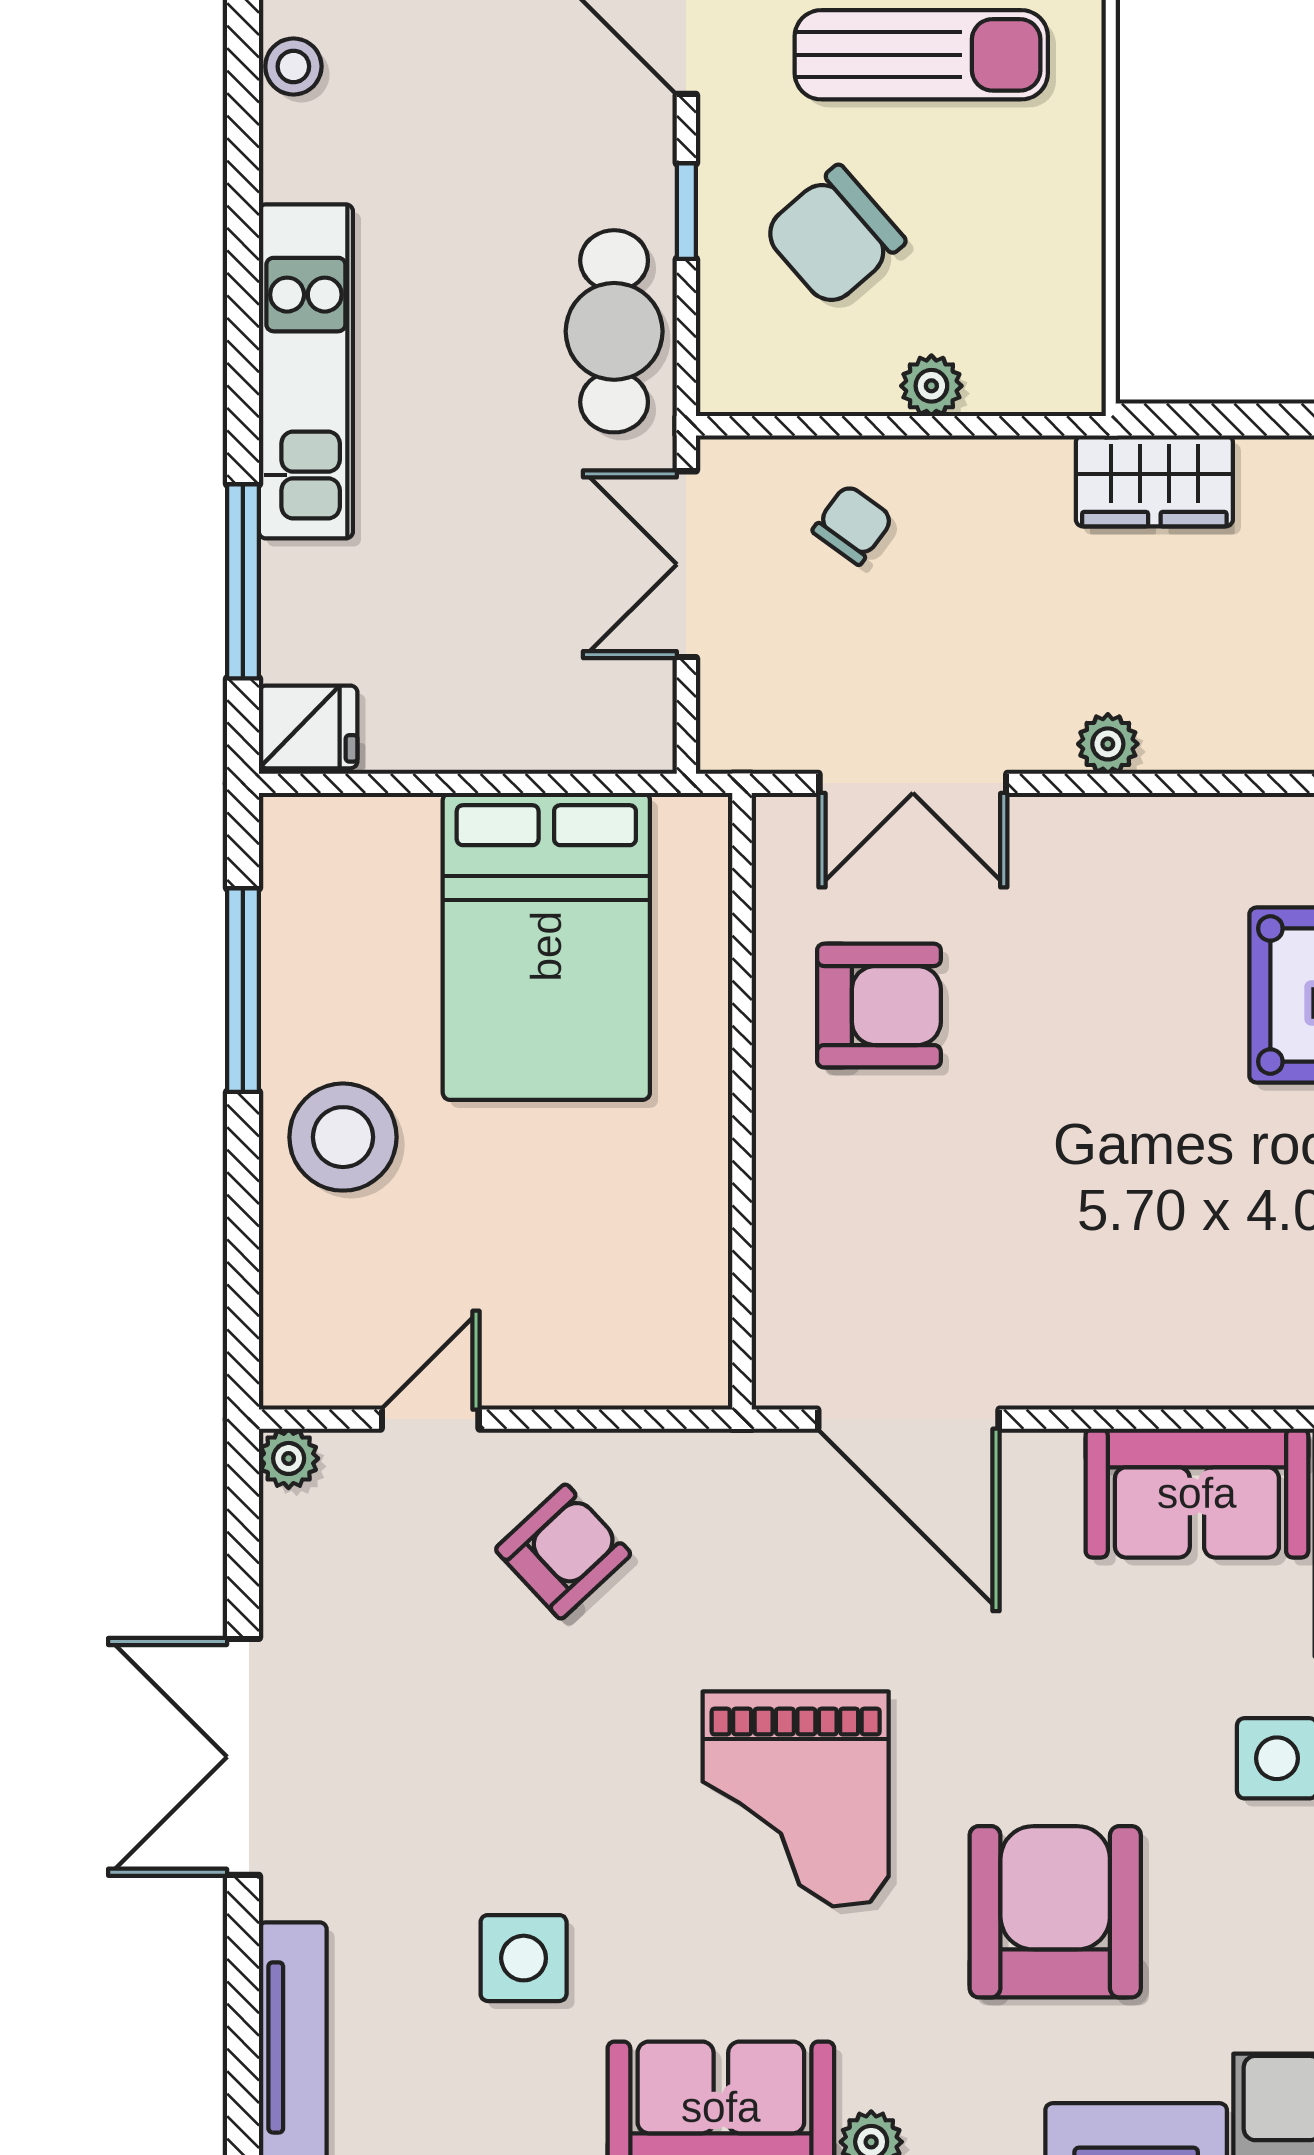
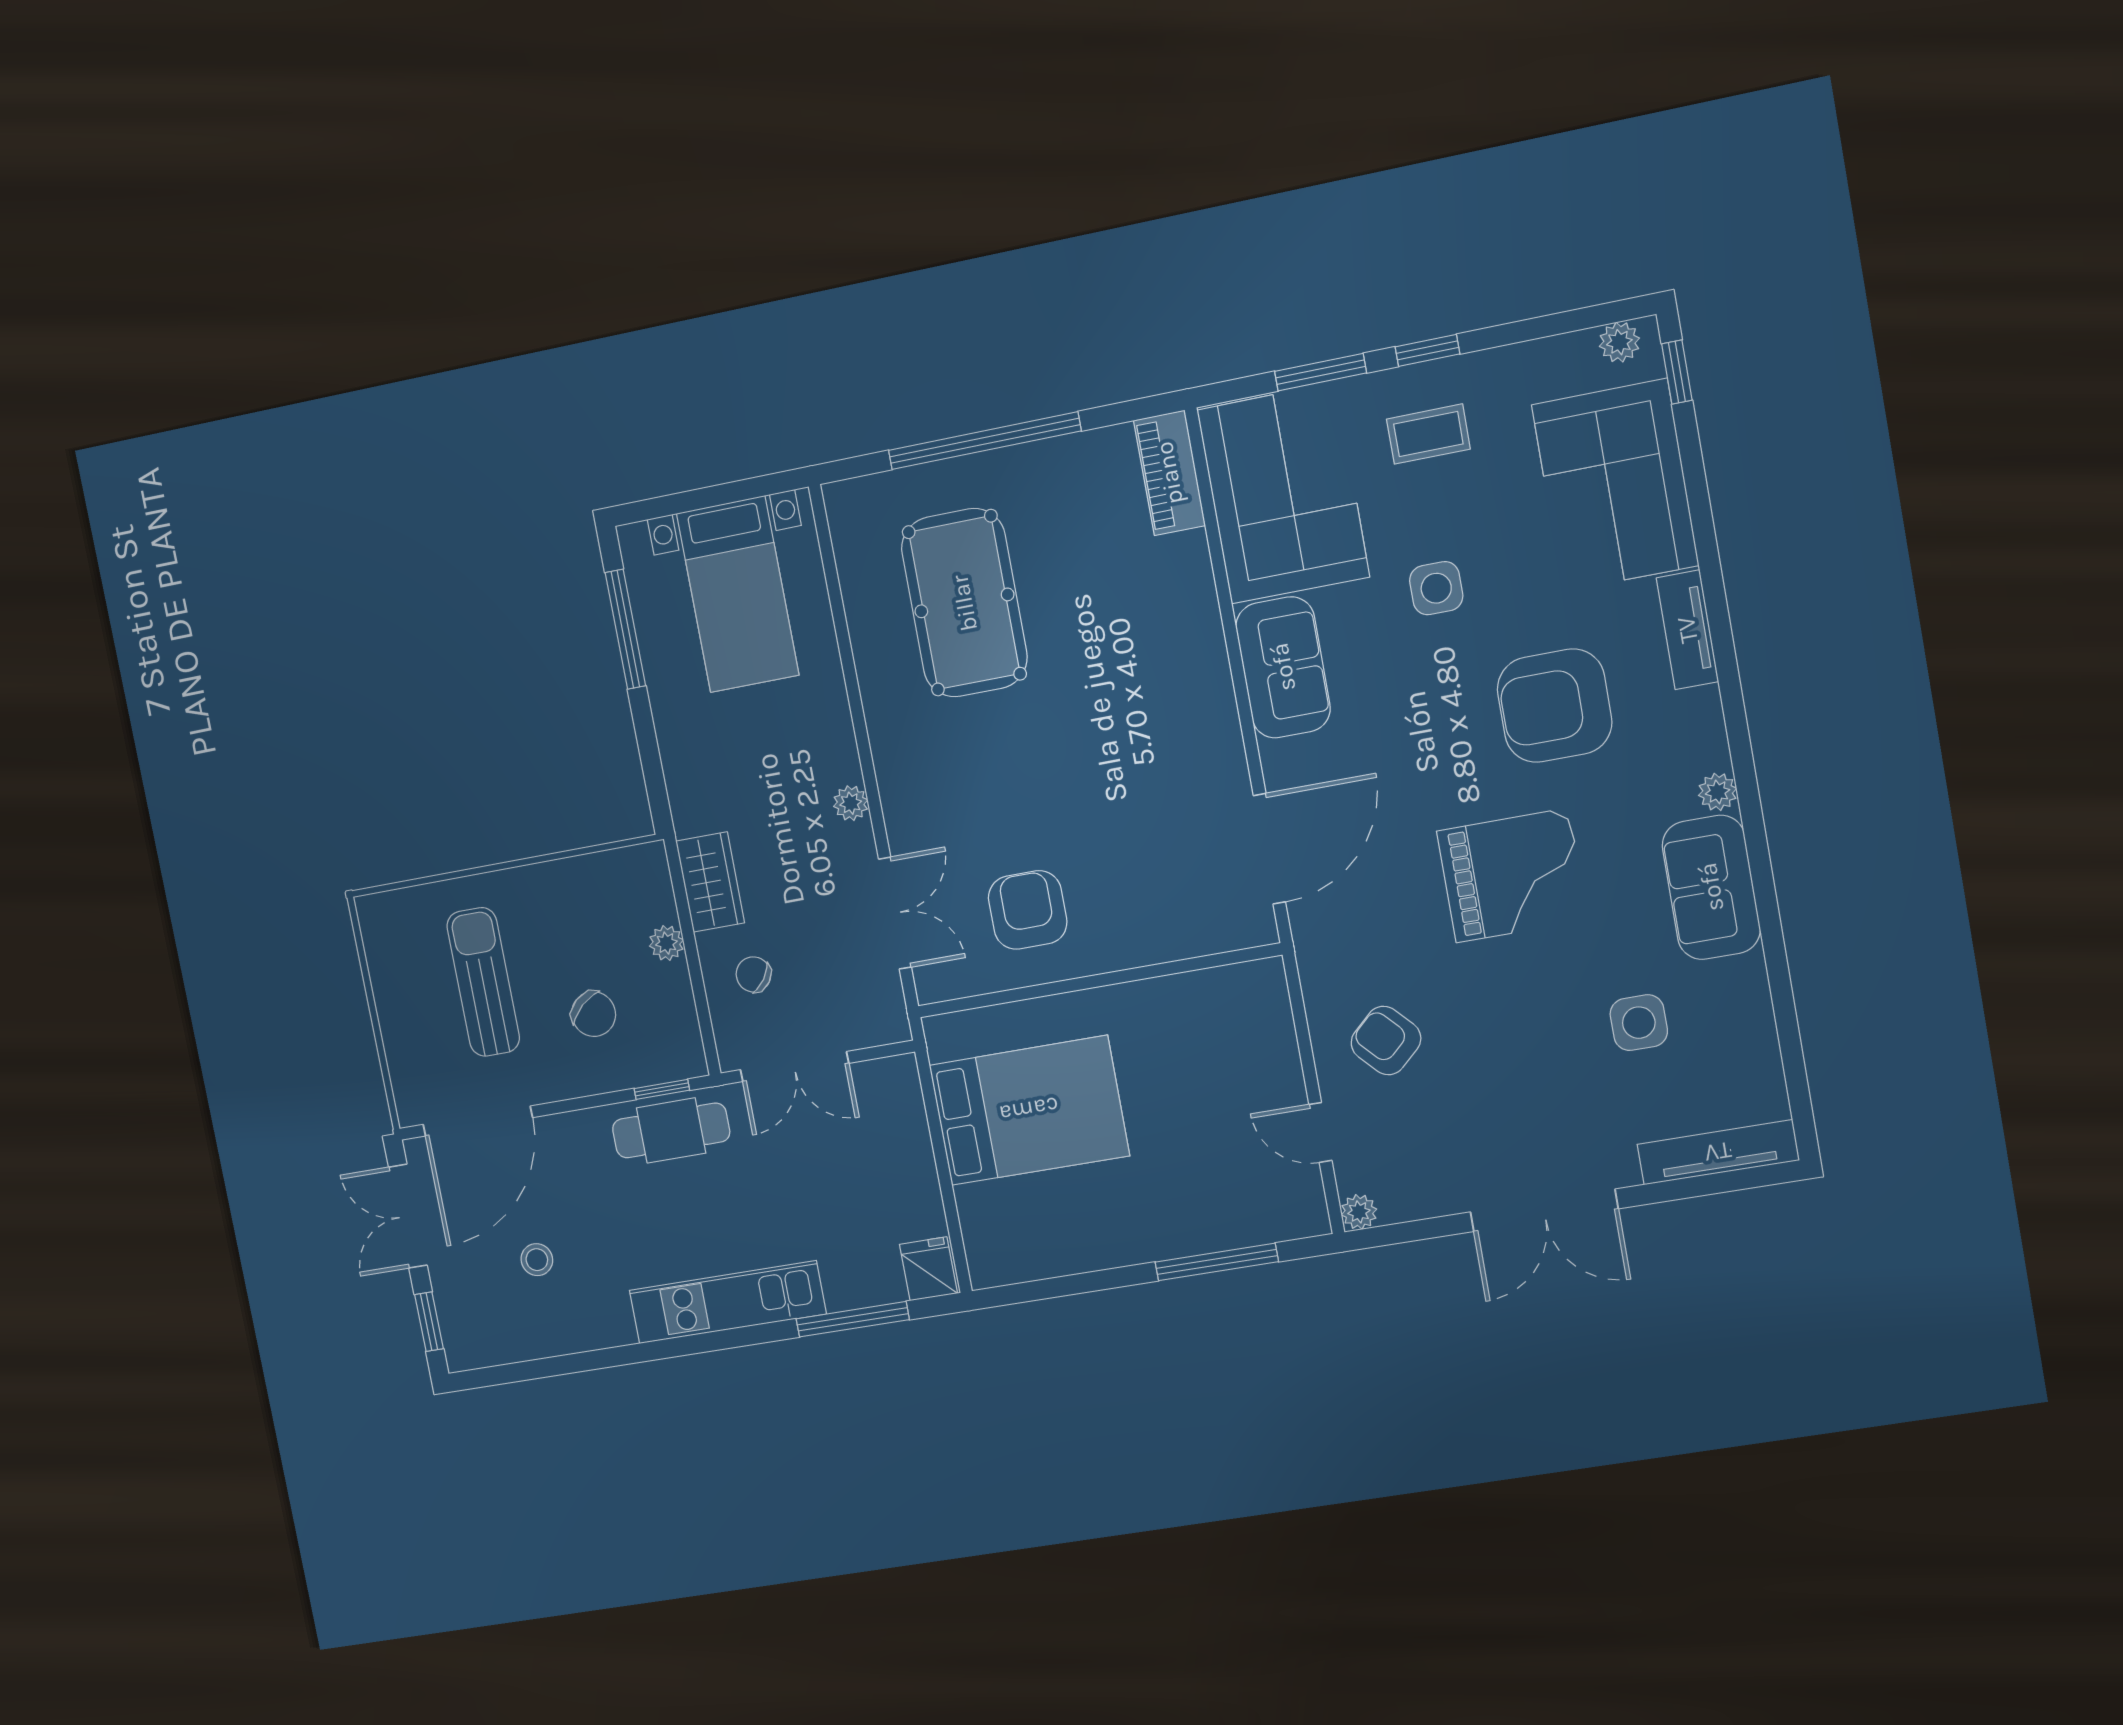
stool: (293, 66) -> (537, 1260), moved
window: (686, 211) -> (662, 1089), moved
chair: (834, 236) -> (594, 1014), width x0.73, depth x0.73
wardrobe: (1154, 481) -> (710, 882), moved
window: (243, 990) -> (1217, 1262), moved
stool: (343, 1137) -> (1162, 1211), removed

